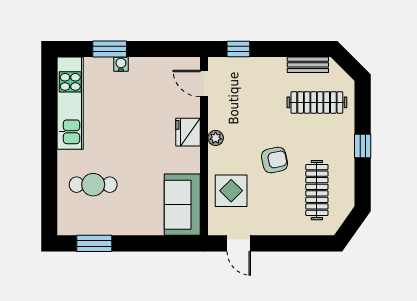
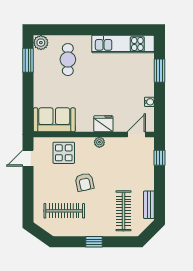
water cooler: (121, 64) -> (149, 102), moved
plant: (68, 225) -> (41, 43), added

